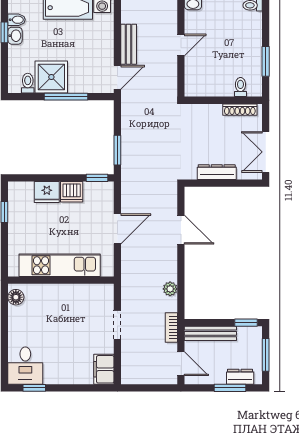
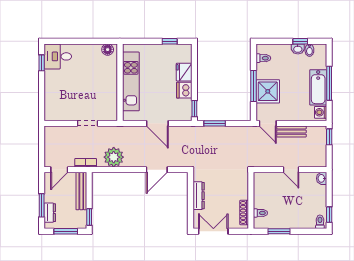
shower: (51, 77) -> (268, 91), moved
plant: (170, 289) -> (114, 157), width x1.88, depth x1.88
filing cabinet: (104, 369) -> (55, 114), removed

